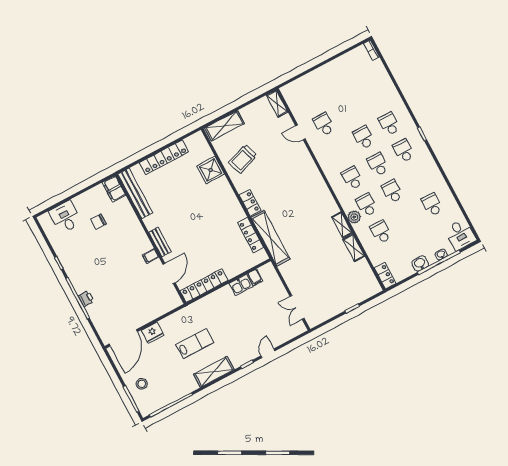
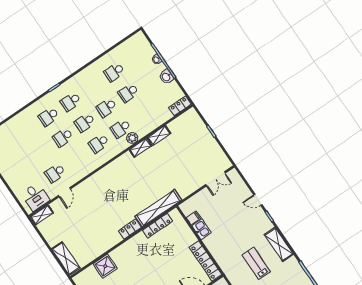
trolley: (243, 159) -> (93, 239), removed
school desk: (381, 232) -> (128, 93), moved
desk: (460, 235) -> (35, 197), moved, turned 90

